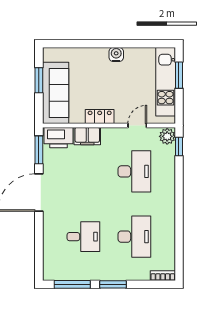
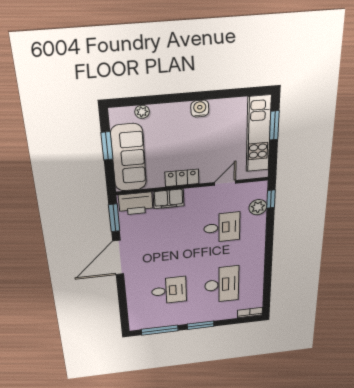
plant: (69, 53) -> (142, 112), added
plant: (167, 136) -> (258, 207), moved
desk: (134, 171) -> (222, 227), width x0.73

